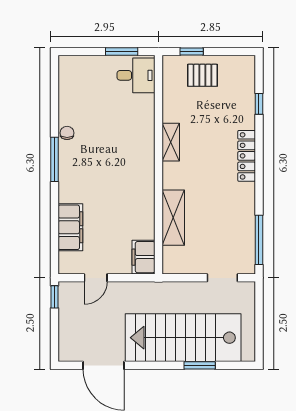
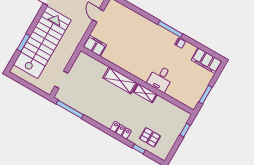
desk: (136, 75) -> (161, 78), moved
pallet: (202, 75) -> (150, 137), moved, turned 90
locker: (247, 156) -> (121, 130), width x0.66
shelving: (173, 218) -> (120, 80), moved
filing cabinet: (70, 227) -> (207, 61), moved

